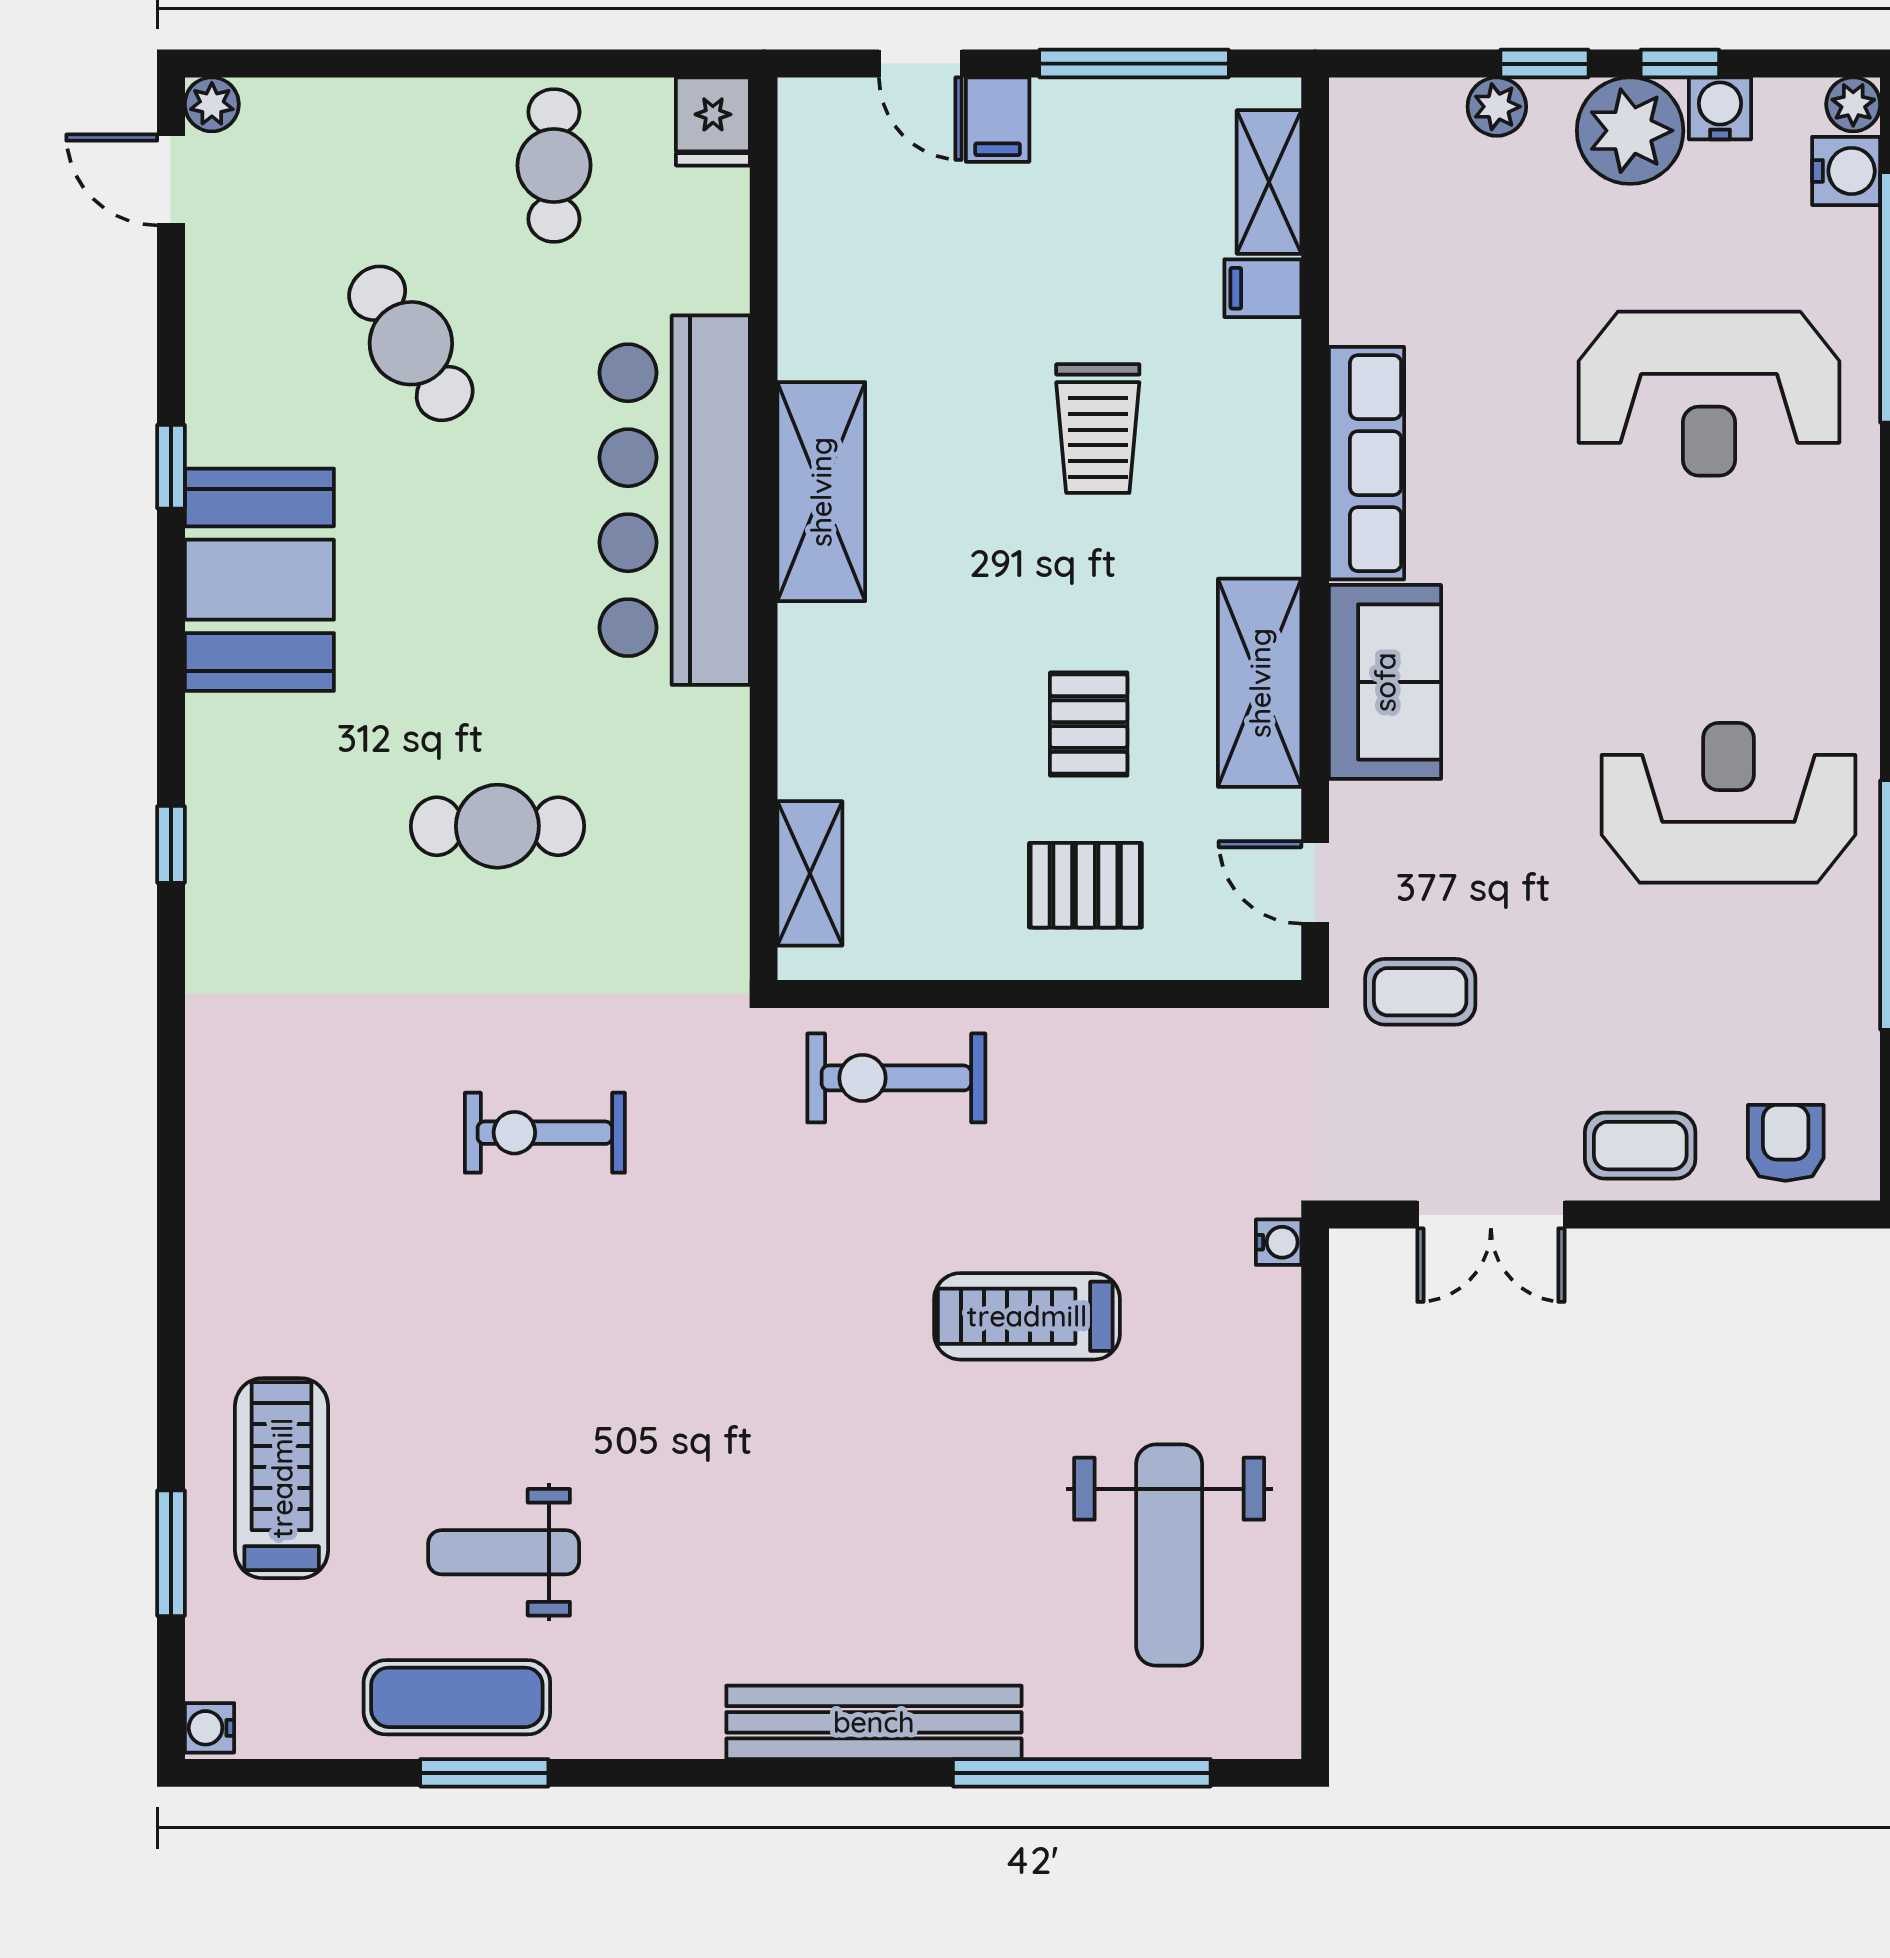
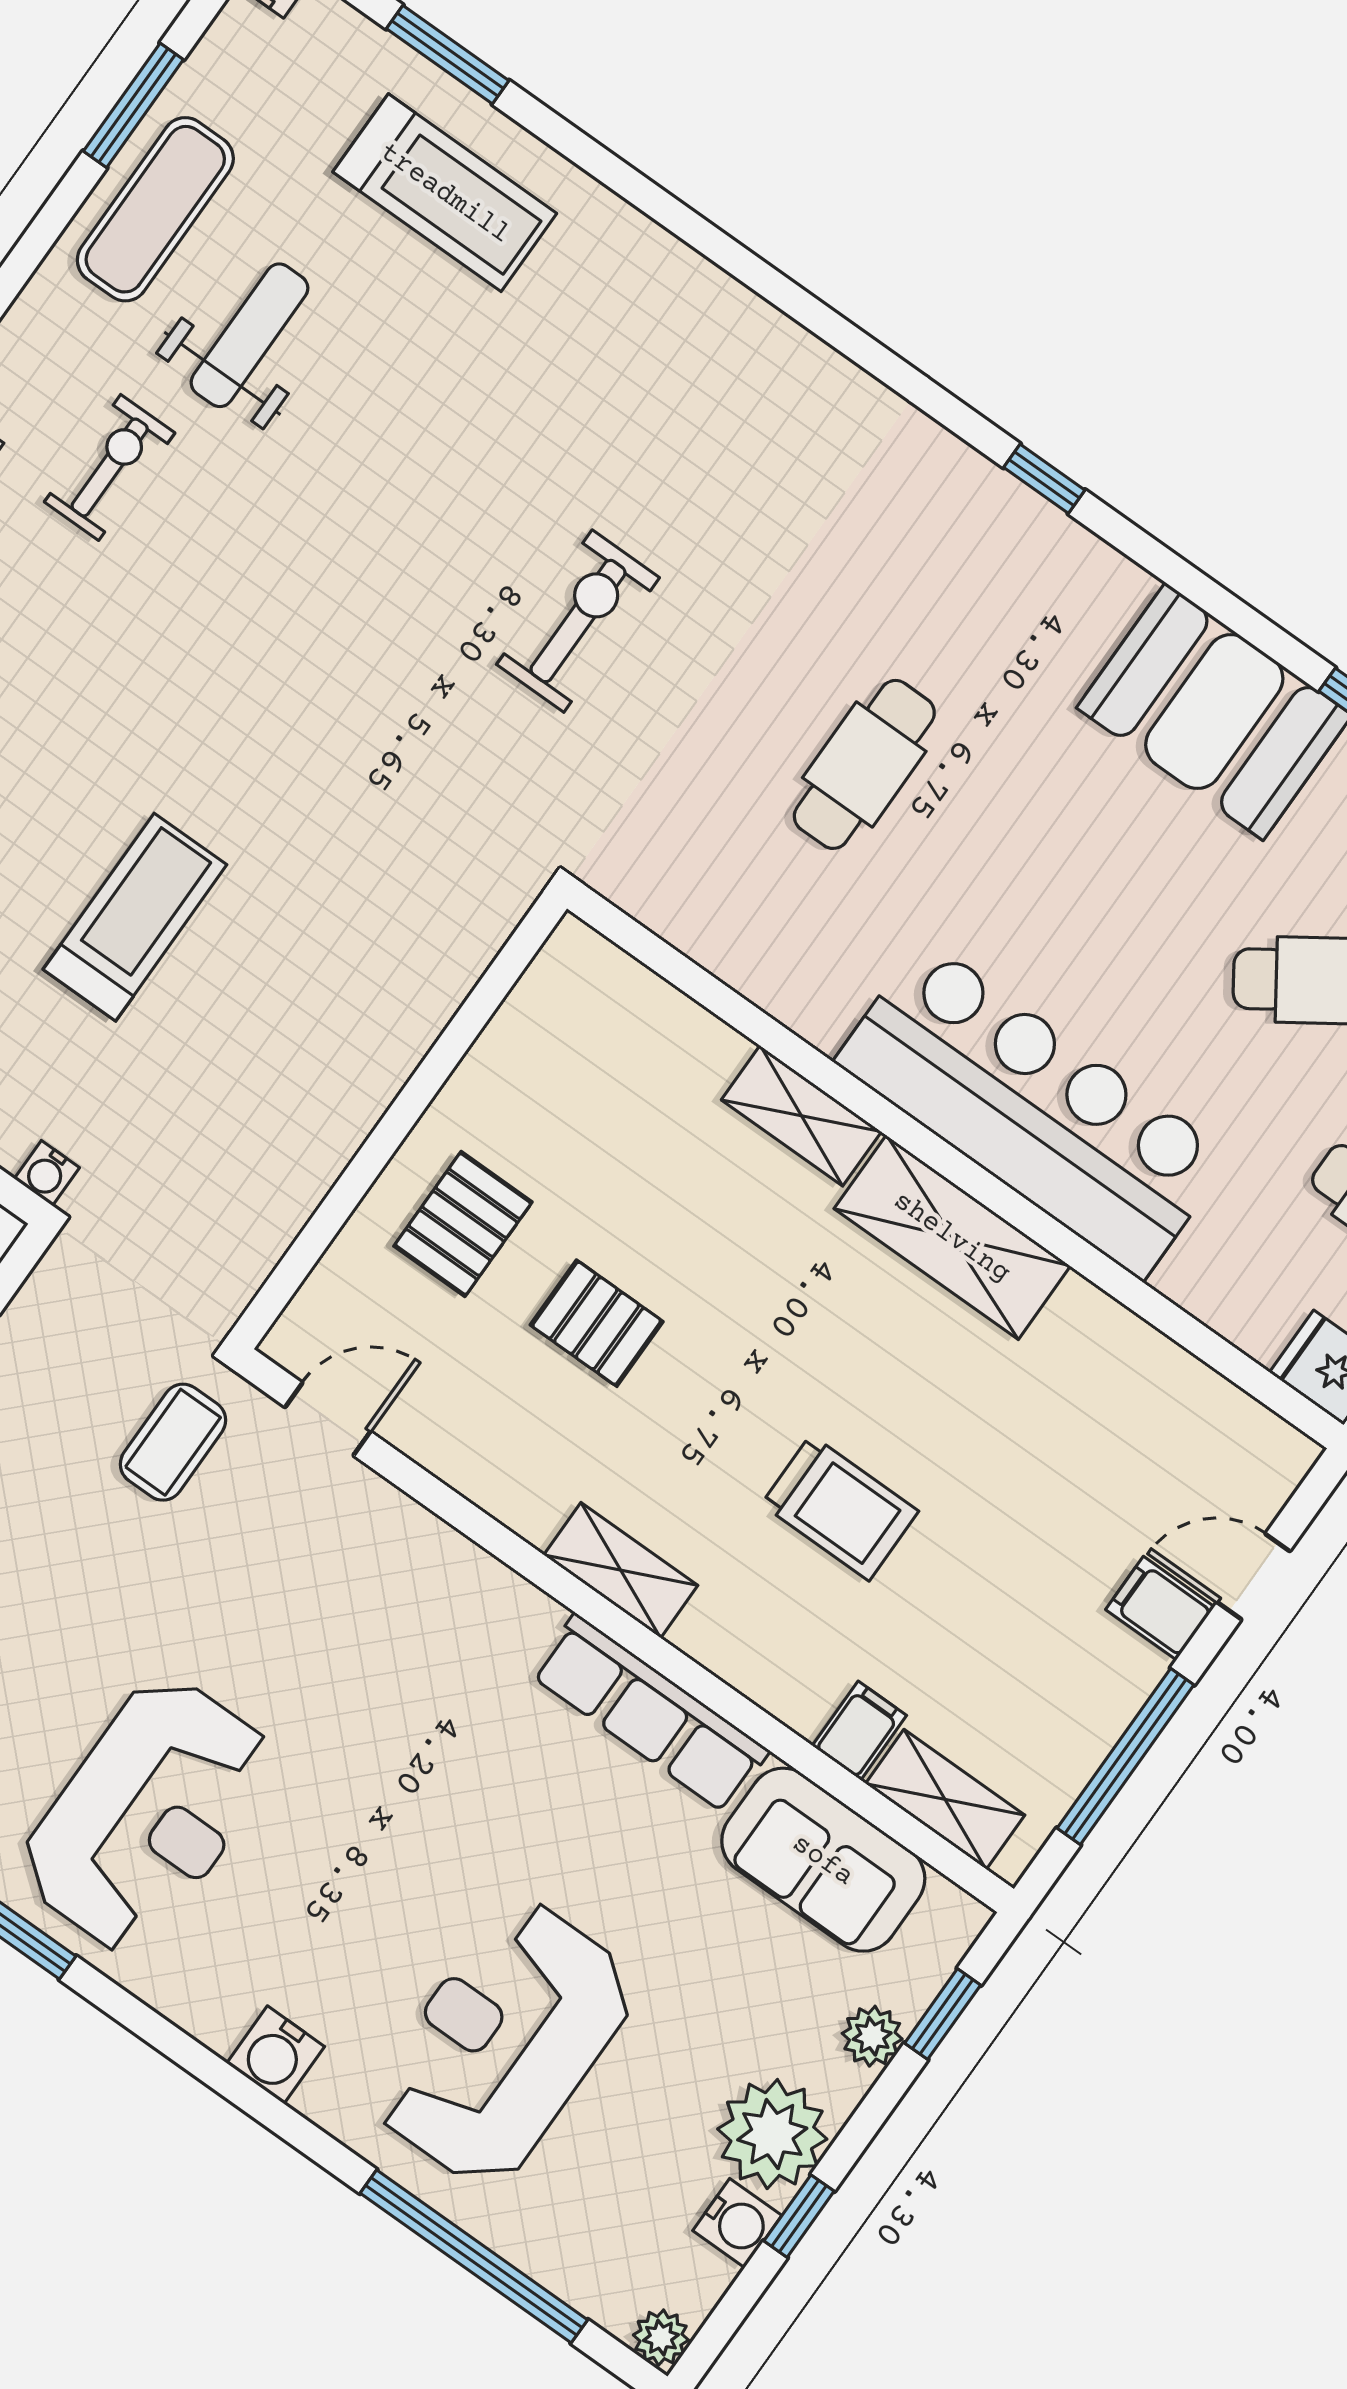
window: (1544, 64) -> (943, 2014), moved
water cooler: (1846, 171) -> (276, 2055), moved
trolley: (1098, 429) -> (840, 1508), turned 180
sofa: (1385, 682) -> (823, 1860), moved
shelving: (1260, 683) -> (621, 1570), moved, width x0.67, depth x0.75
shelving: (810, 873) -> (801, 1116), moved
exercise bike: (896, 1078) -> (110, 467), moved, width x0.73, depth x0.72
window: (484, 1773) -> (133, 105), moved

